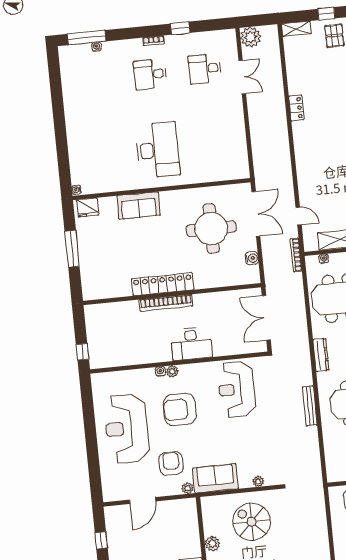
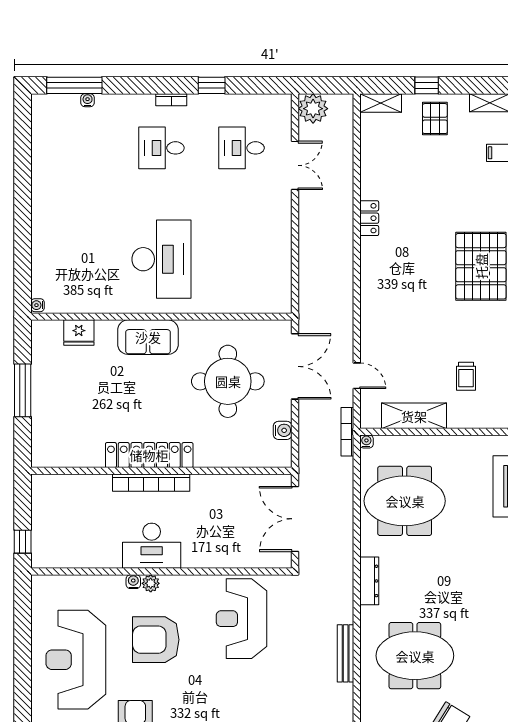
sofa: (139, 205) -> (148, 337), moved
fridge: (88, 207) -> (79, 333), moved
water cooler: (324, 259) -> (366, 441), moved
desk: (191, 344) -> (152, 546), moved

